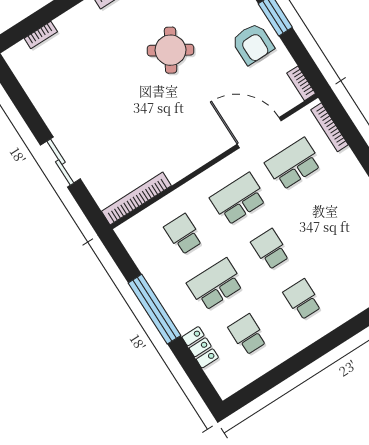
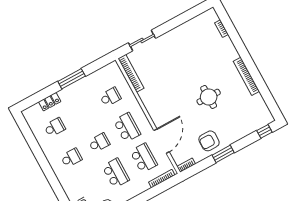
round table: (171, 50) -> (209, 97), turned -31
sliding door: (60, 162) -> (142, 40), moved
school desk: (215, 284) -> (116, 173), moved
window: (154, 309) -> (72, 79), width x0.68

